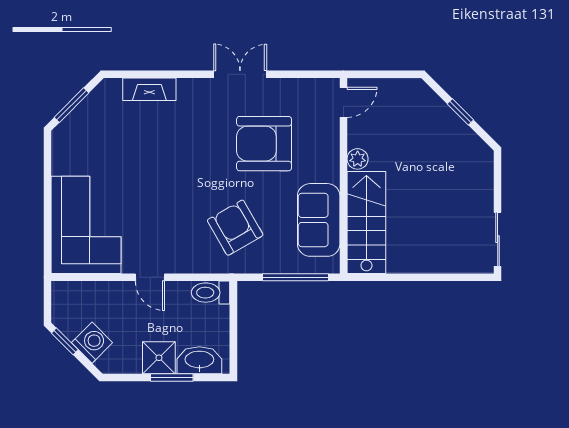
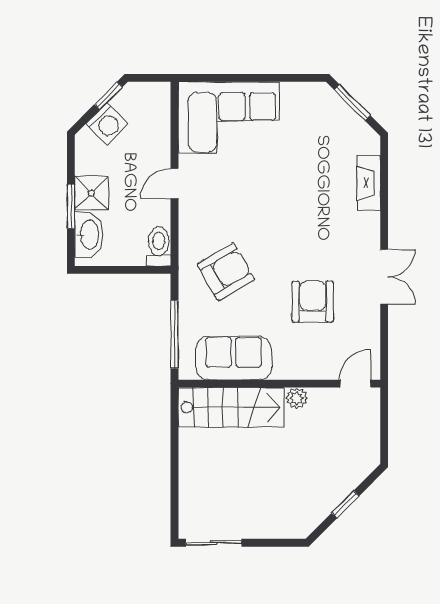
door: (343, 102) -> (355, 384), swing flipped
armchair: (264, 144) -> (313, 302), width x0.73, depth x0.73

